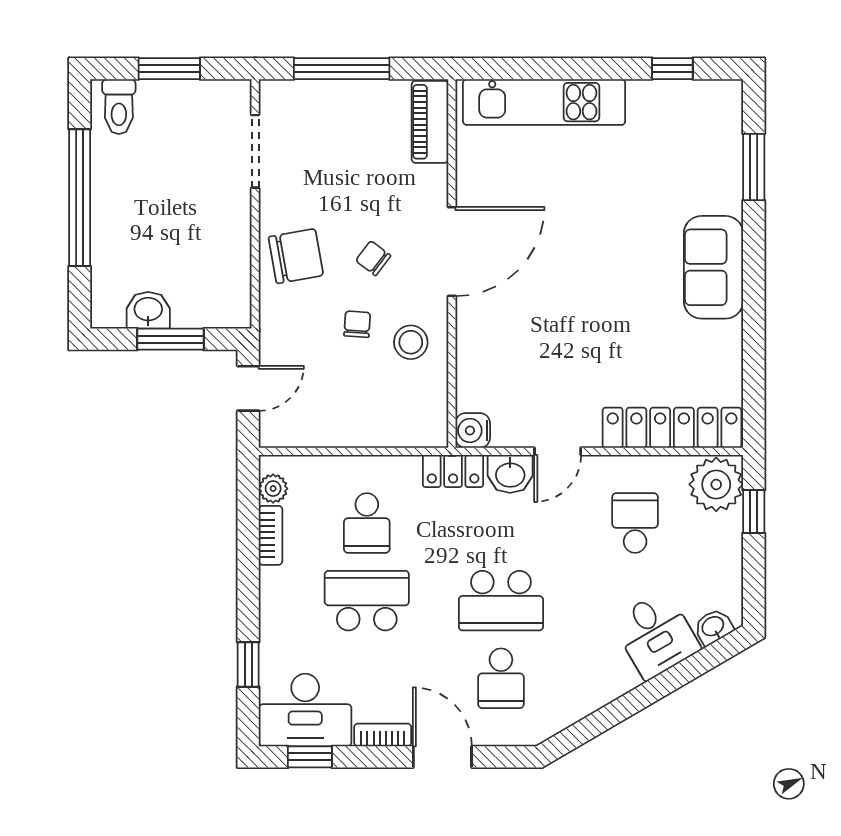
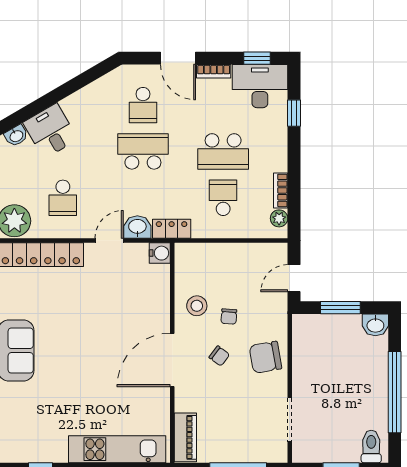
washbasin: (148, 310) -> (375, 325), moved
school desk: (501, 678) -> (143, 105), turned 180

